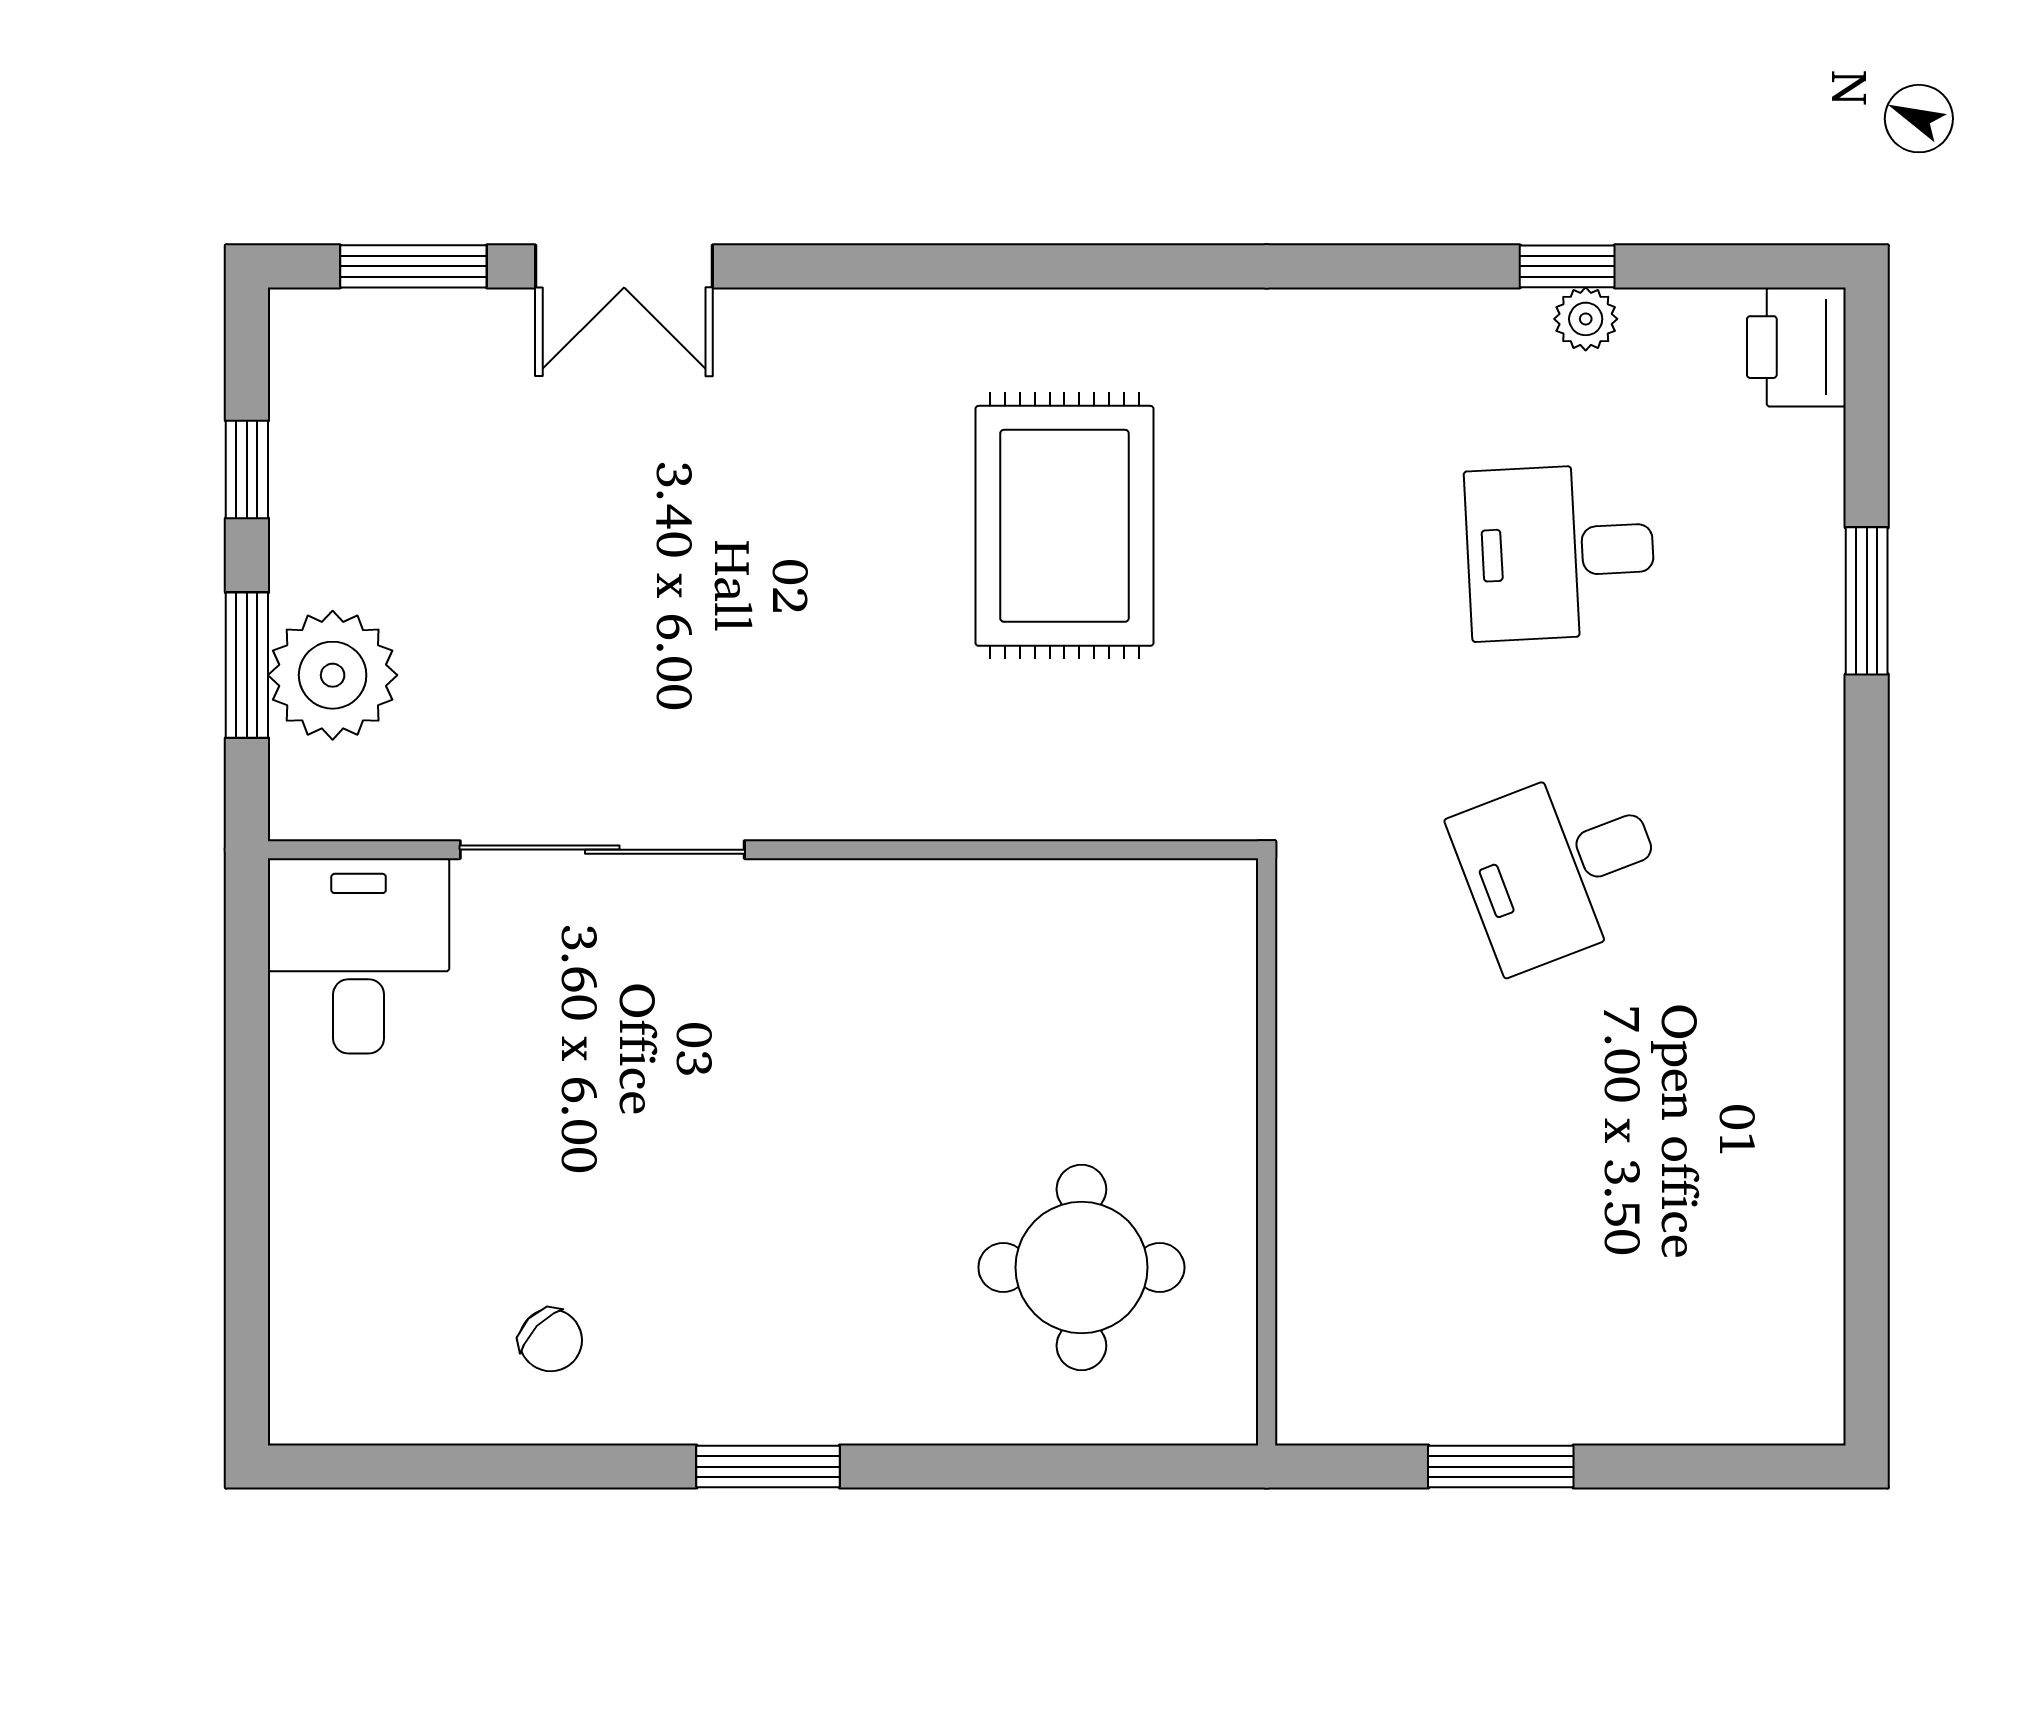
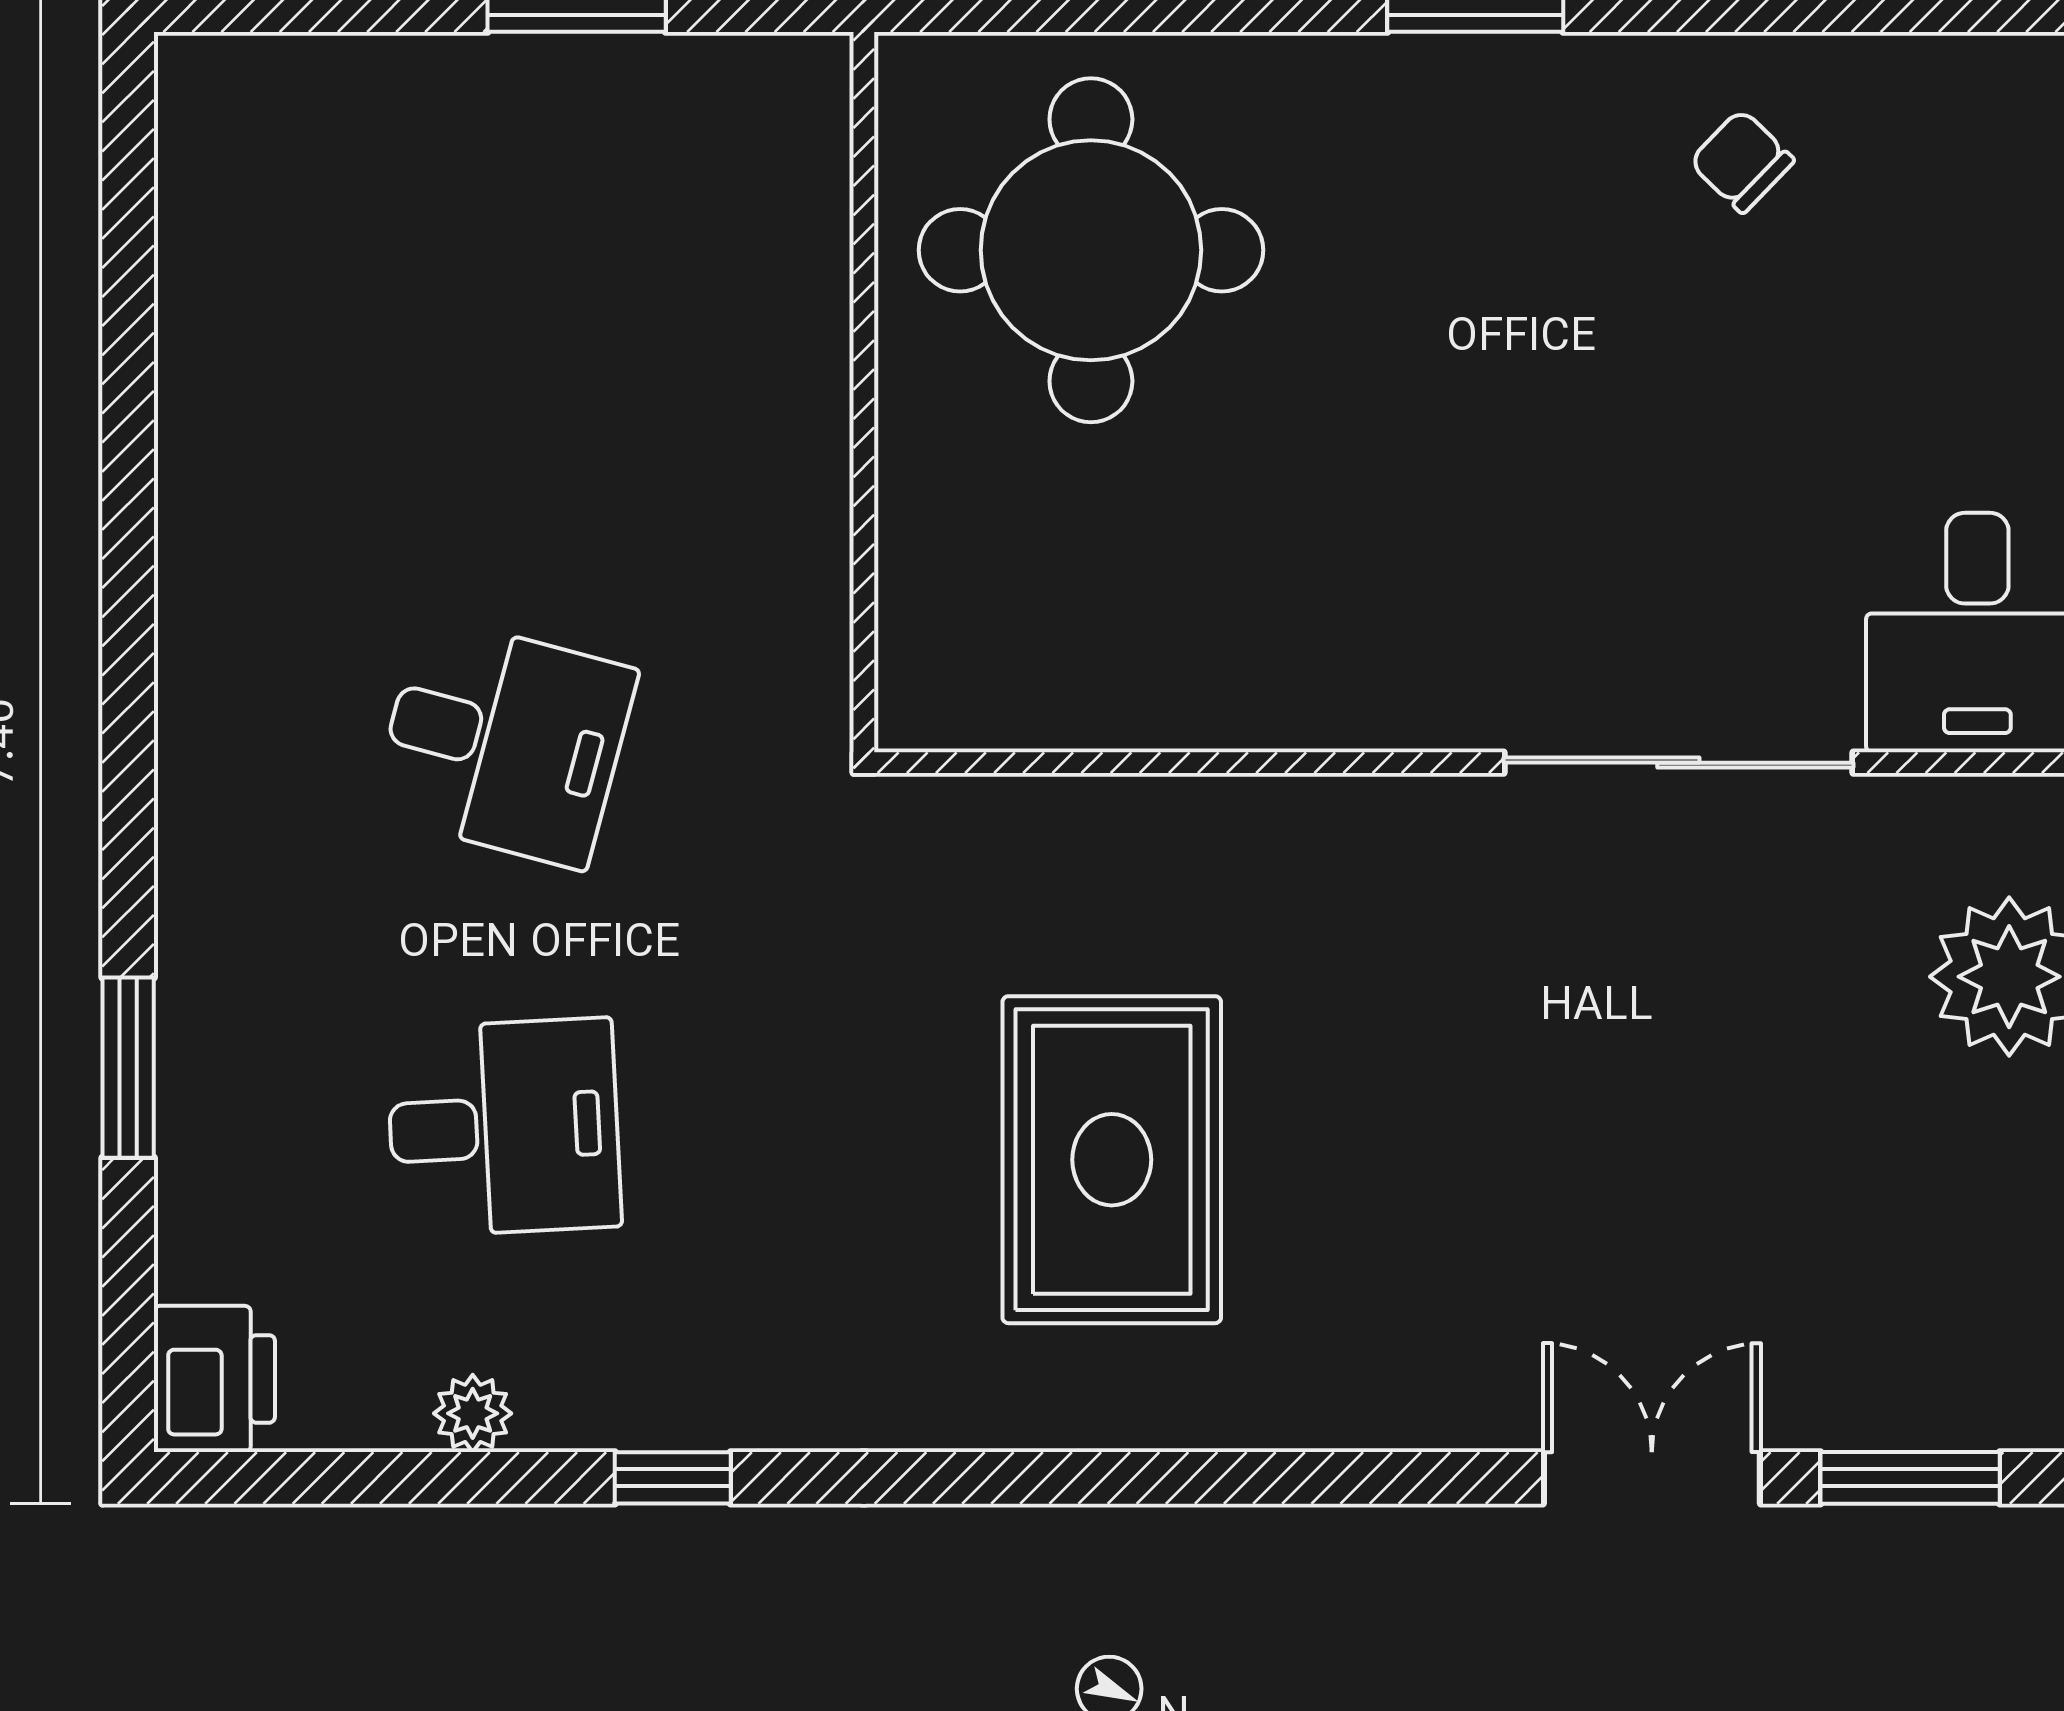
window: (1567, 266) -> (673, 1478), moved
desk: (1560, 866) -> (504, 742), turned 36
round table: (1081, 1267) -> (1091, 250), width x1.36, depth x1.36

